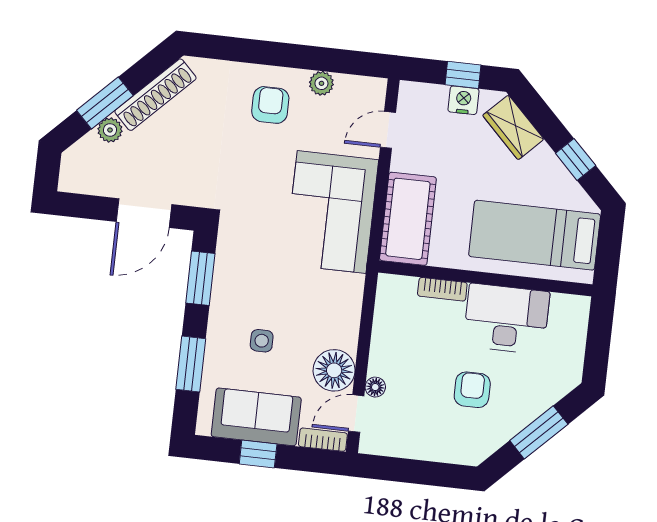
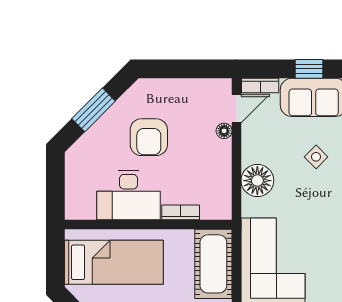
side table: (262, 341) -> (316, 157), turned 45
floor lamp: (334, 370) -> (257, 181), moved
armchair: (472, 390) -> (149, 137), width x1.38, depth x1.38

